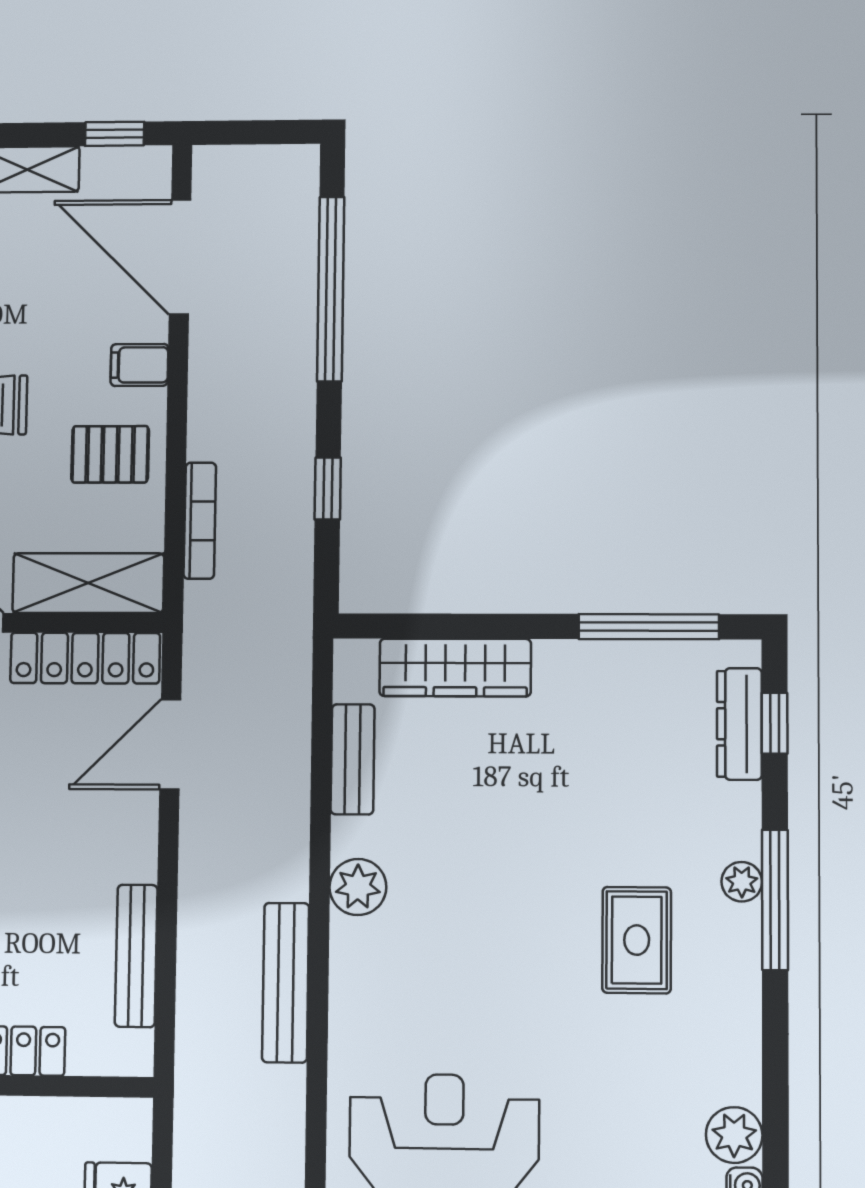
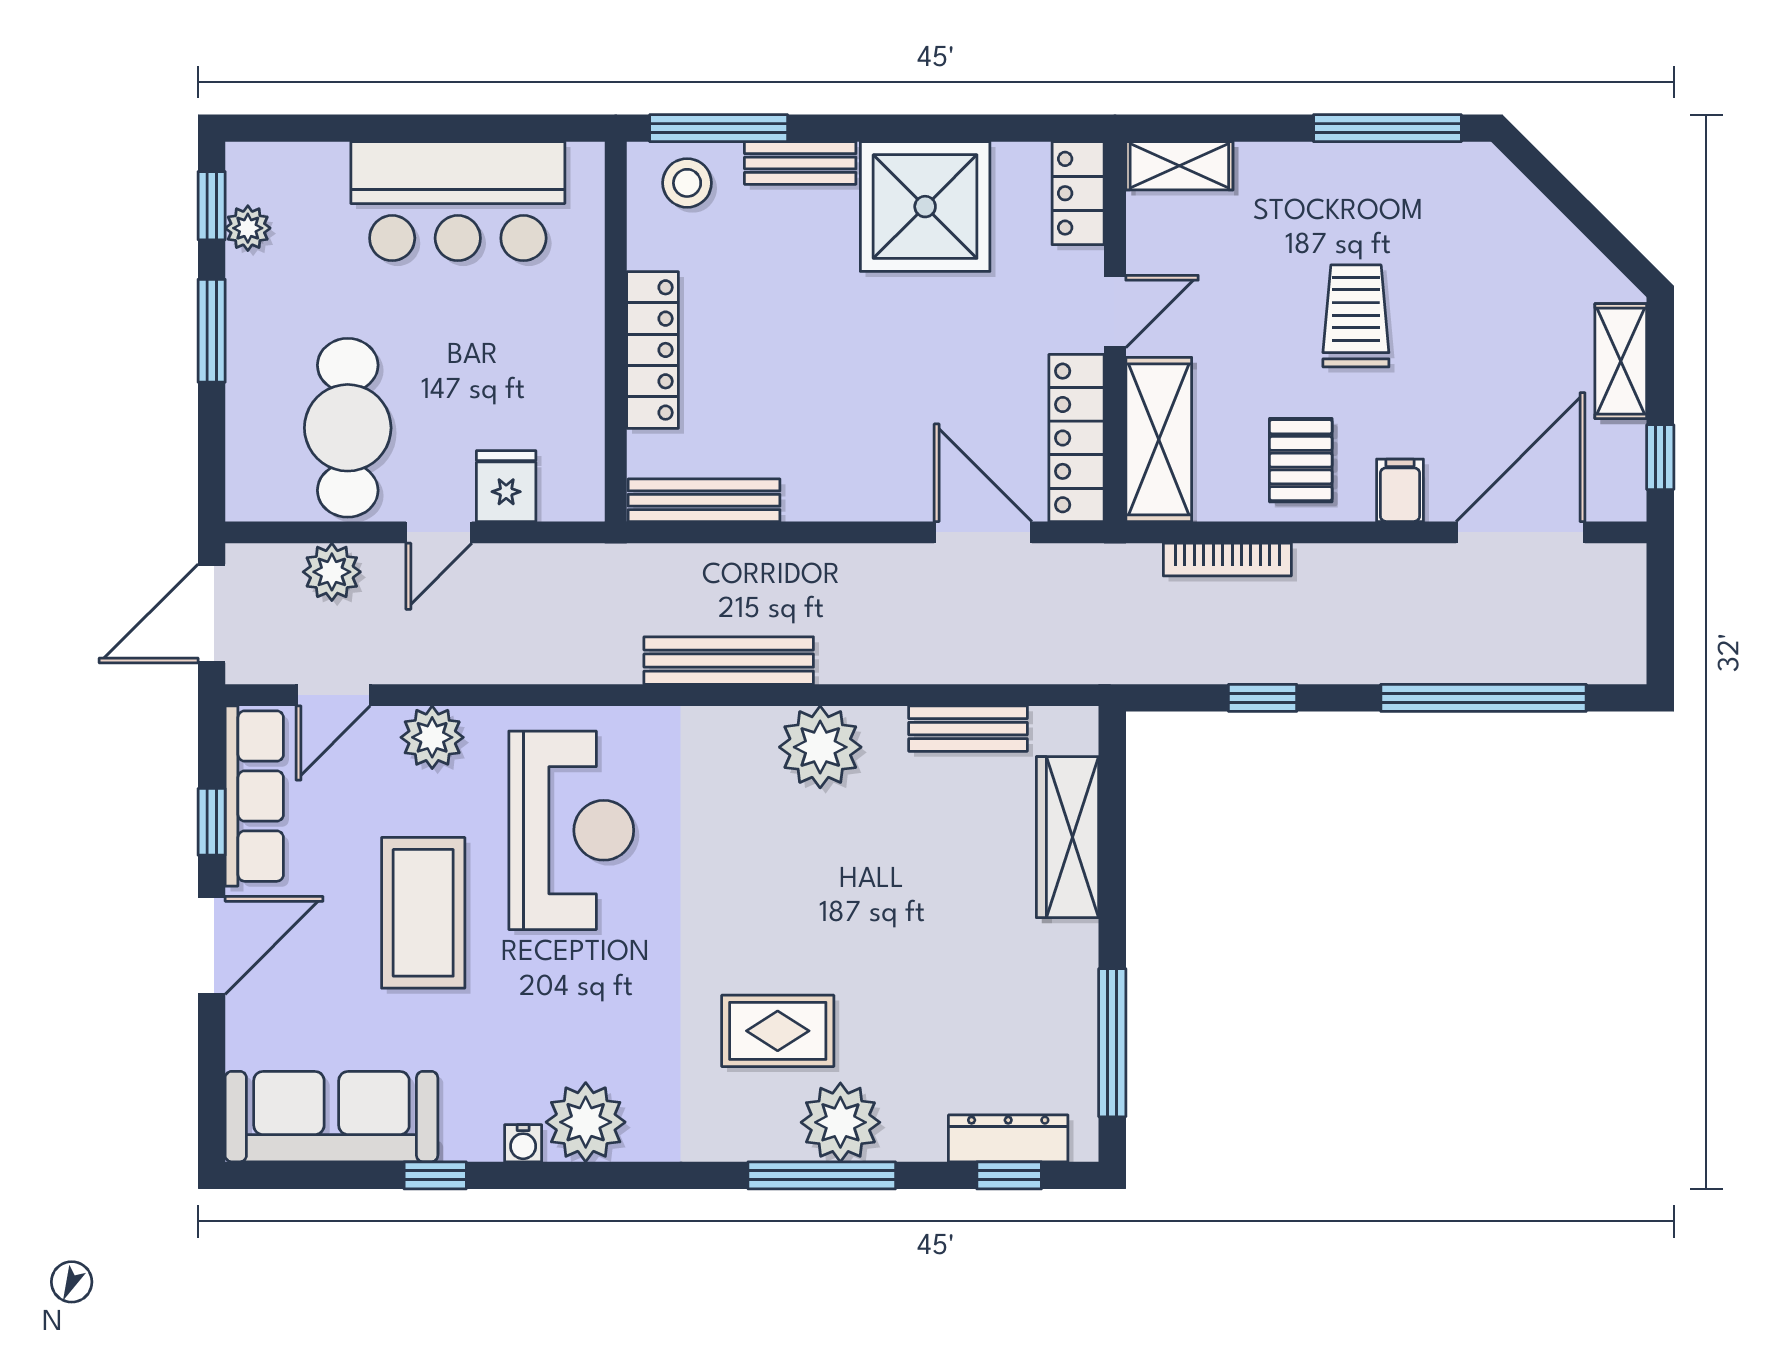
plant: (742, 882) -> (840, 1122), width x1.88, depth x1.88
plant: (358, 887) -> (820, 747), width x1.36, depth x1.36
bench: (136, 956) -> (704, 500), moved
plant: (734, 1135) -> (586, 1122), width x1.36, depth x1.36

